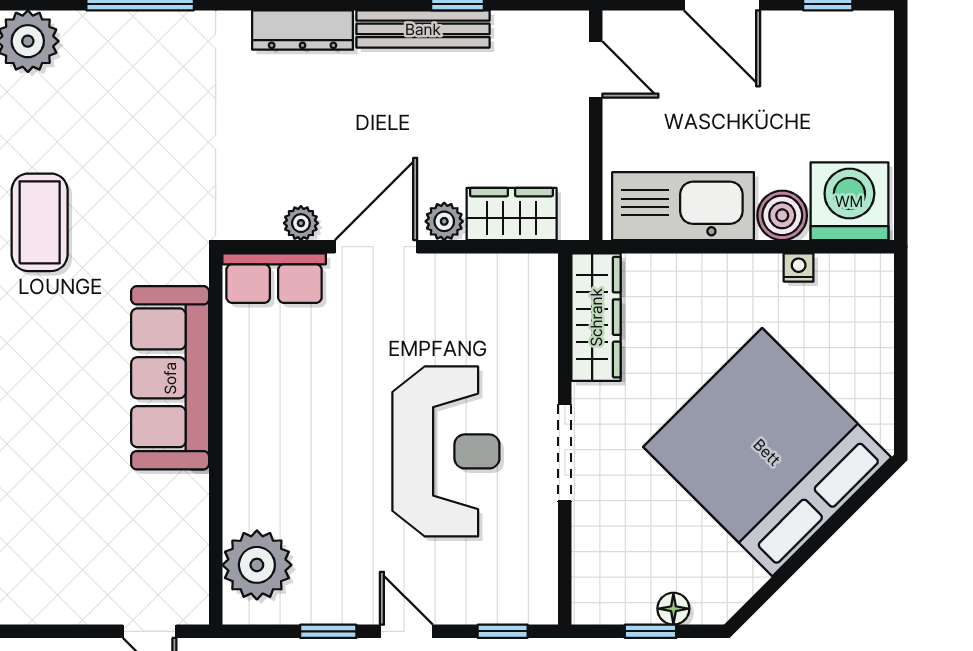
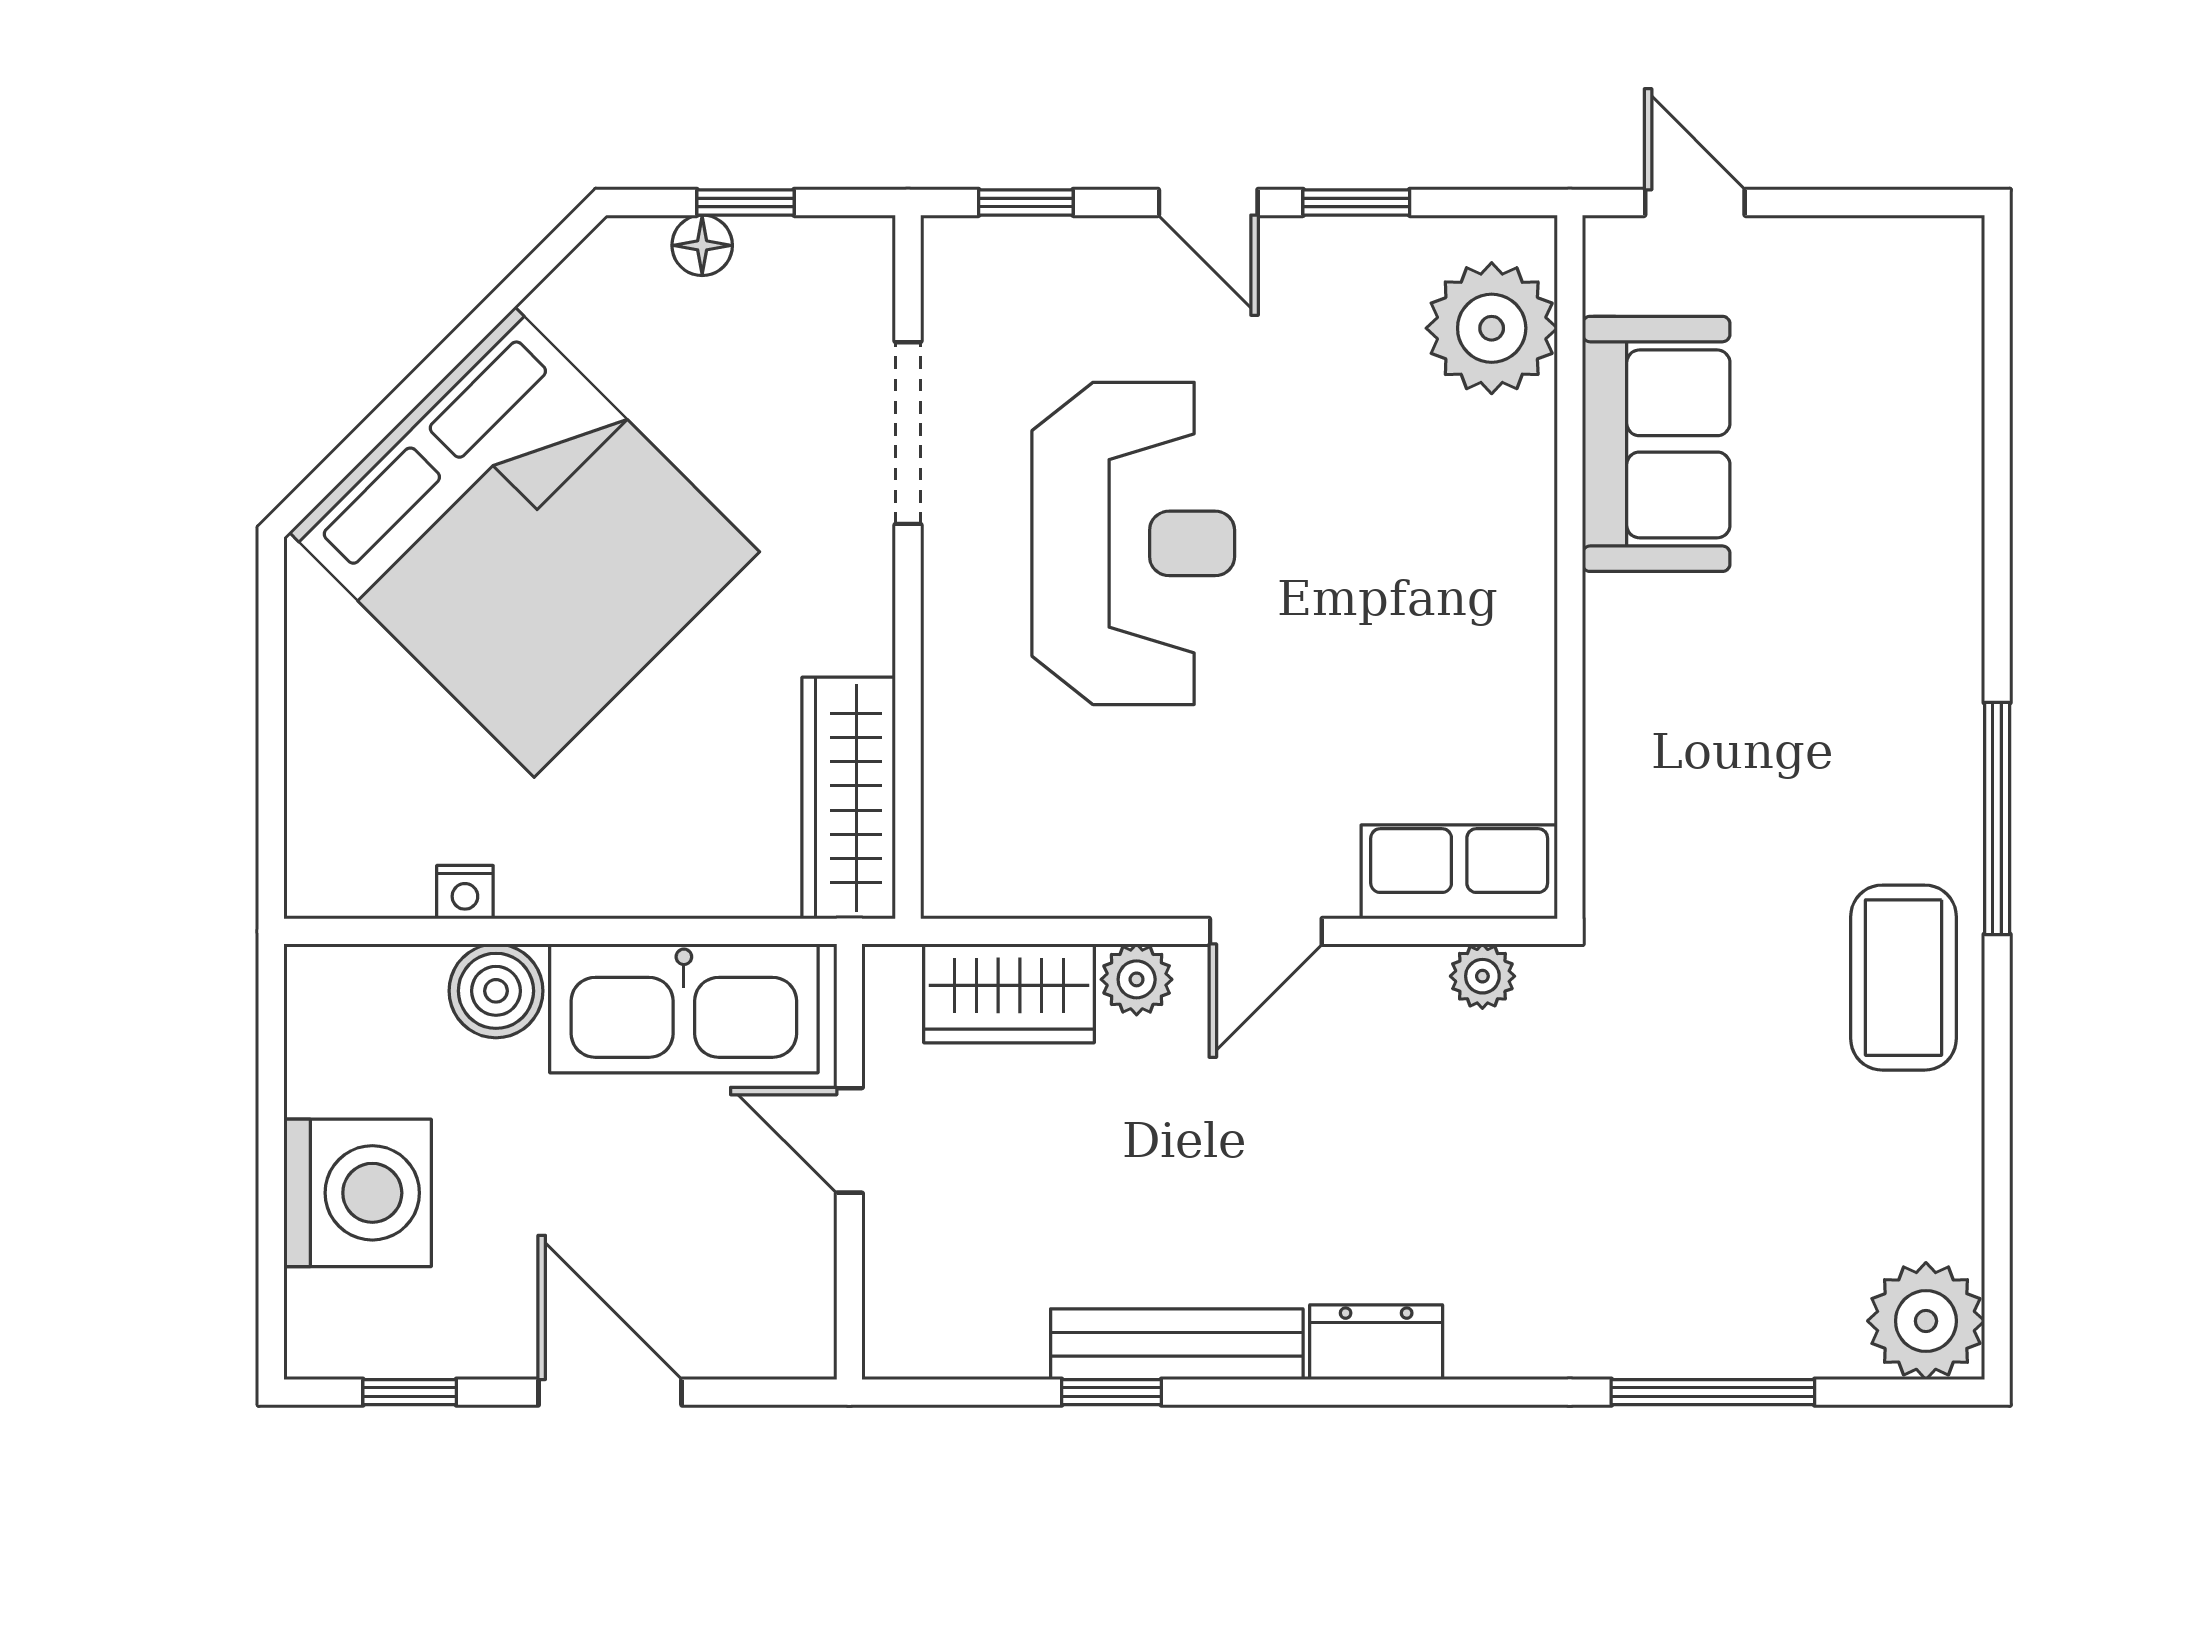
dresser: (303, 30) -> (1376, 1342), width x0.70
door: (596, 69) -> (849, 1140), moved
washing machine: (849, 201) -> (358, 1193), moved, turned -90
plant: (301, 223) -> (1482, 976), moved
door: (376, 247) -> (1266, 931), width x0.73
sofa: (170, 378) -> (1656, 444), moved, width x0.73
reception desk: (446, 451) -> (1133, 543), turned 180
doorway: (565, 453) -> (908, 433), moved

